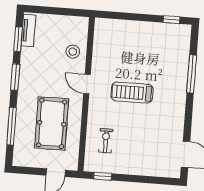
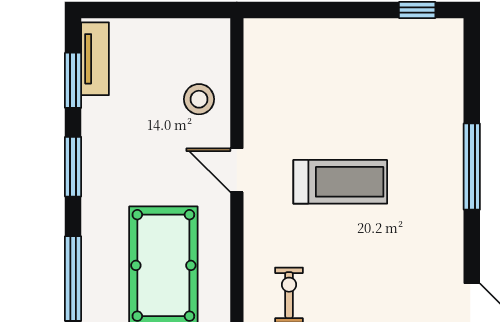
window: (192, 74) -> (472, 167), moved
treadmill: (132, 93) -> (340, 182), turned 180

